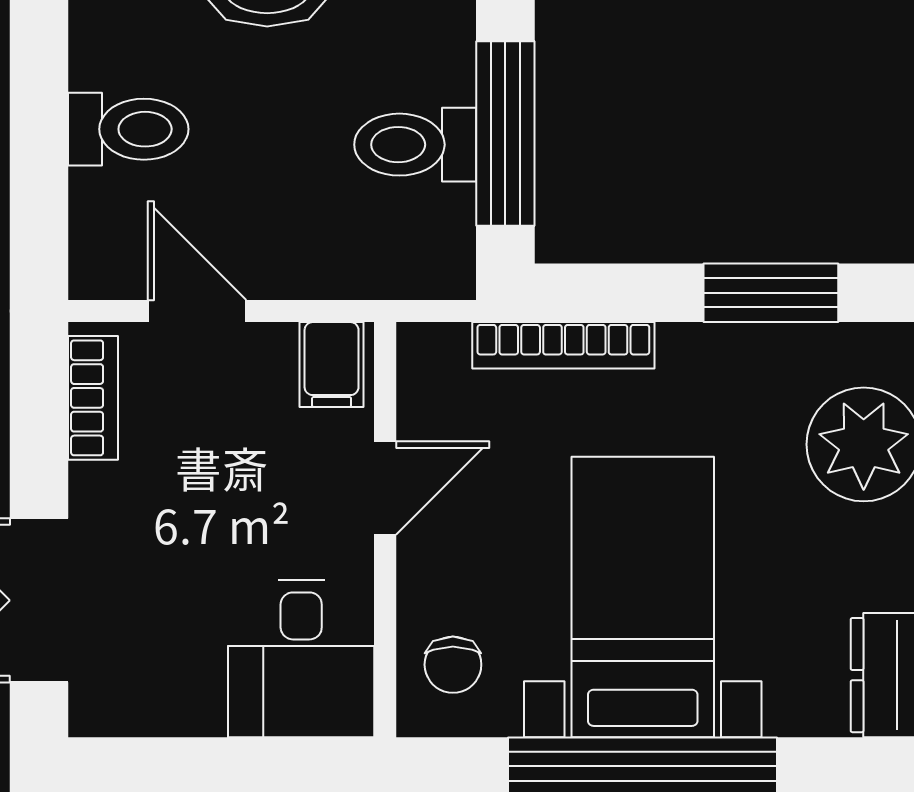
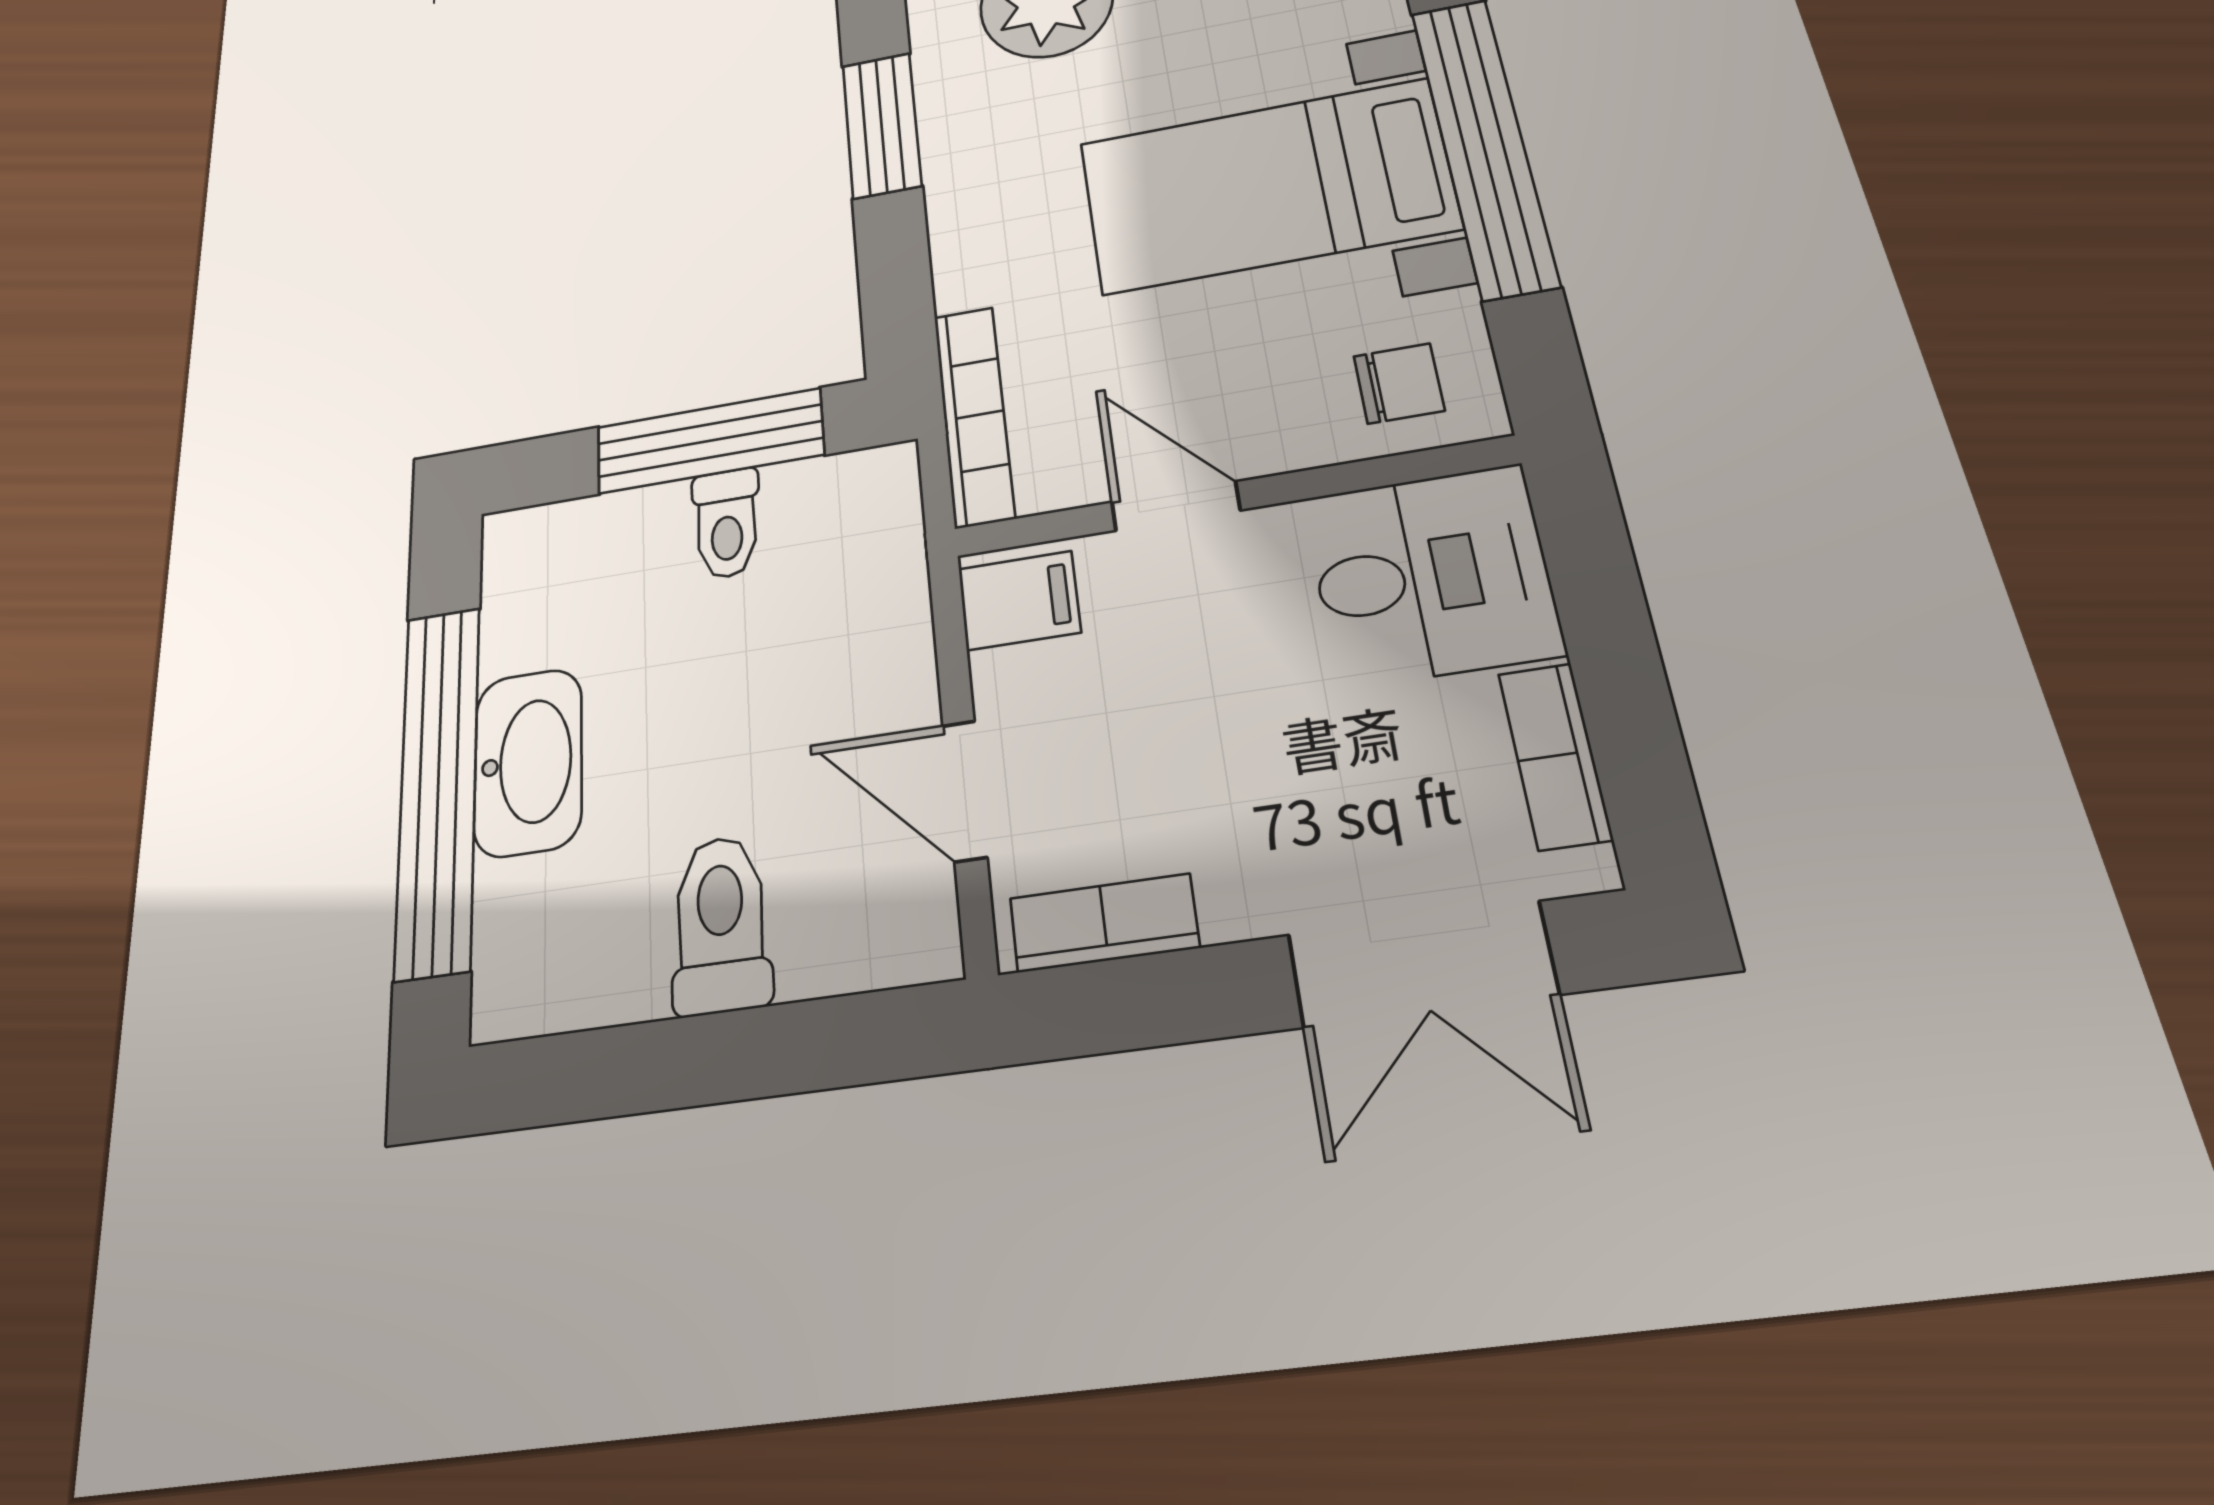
toilet: (415, 145) -> (727, 523), width x0.73, depth x0.72
door: (197, 311) -> (965, 791), hinge flipped
bookcase: (563, 345) -> (974, 416), moved
bookcase: (161, 713) -> (1555, 756), added

